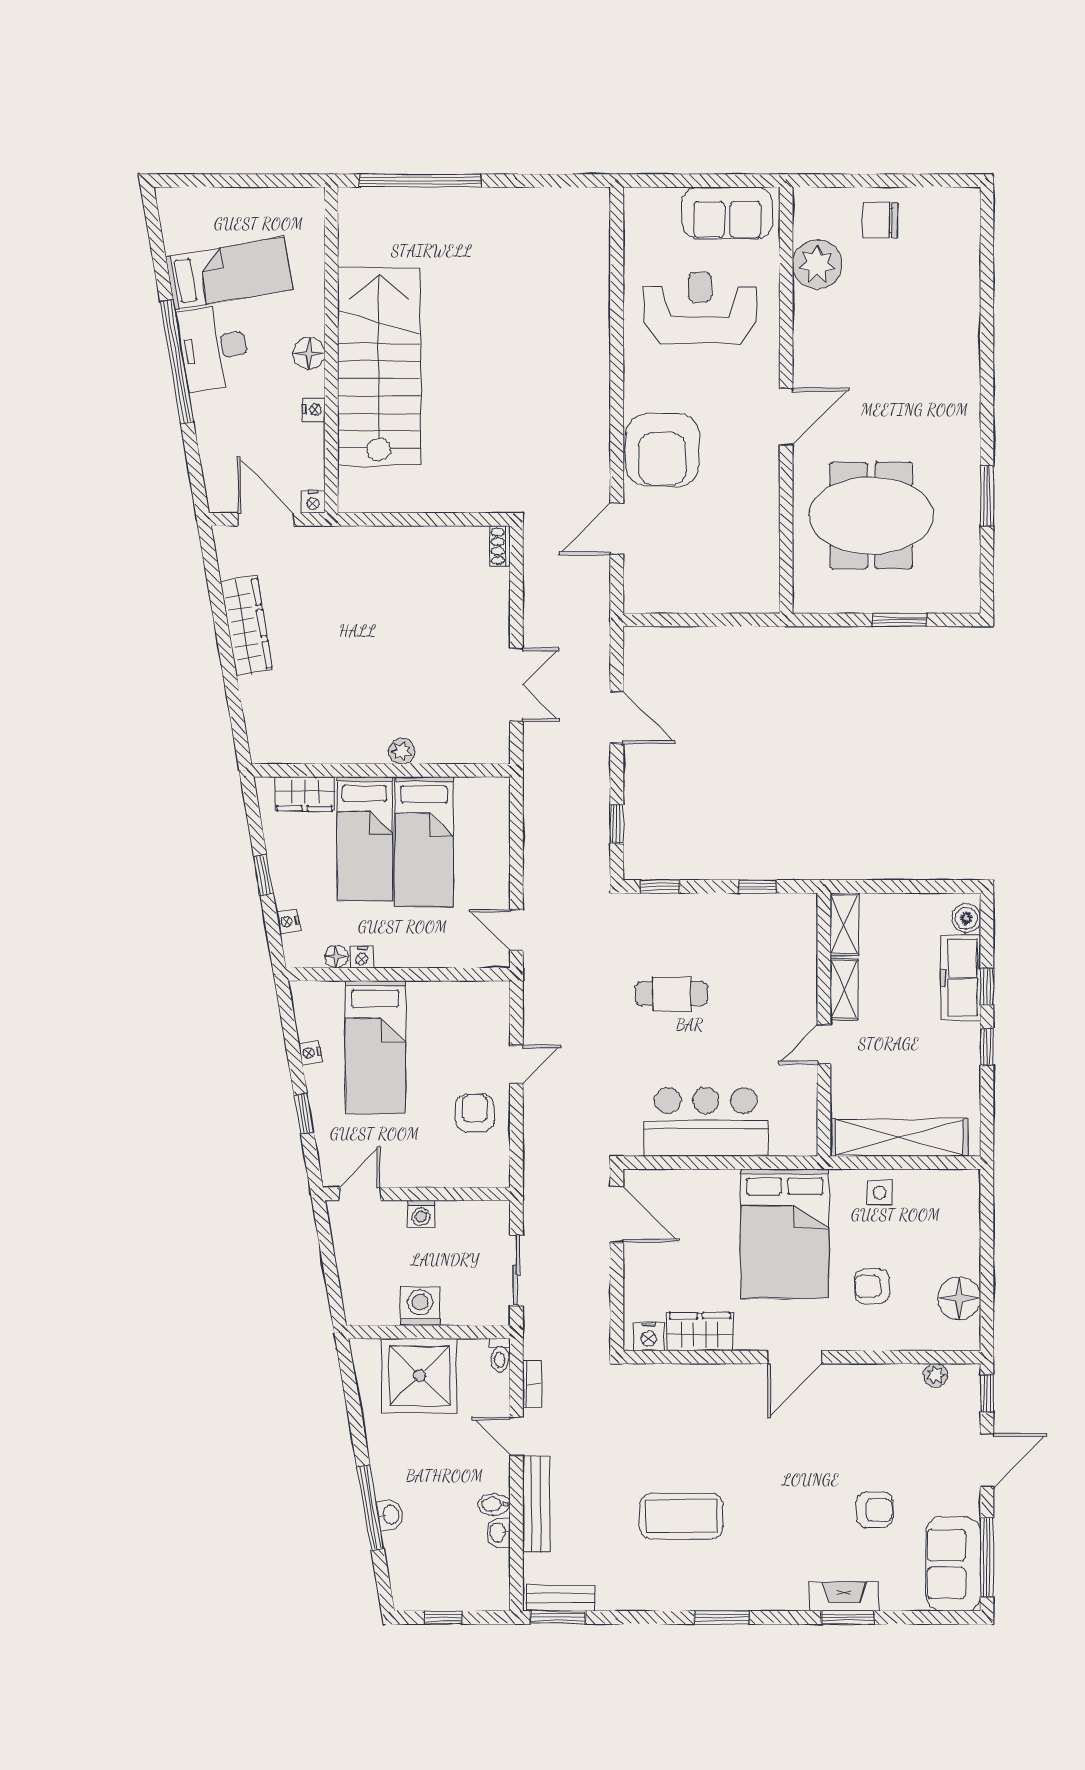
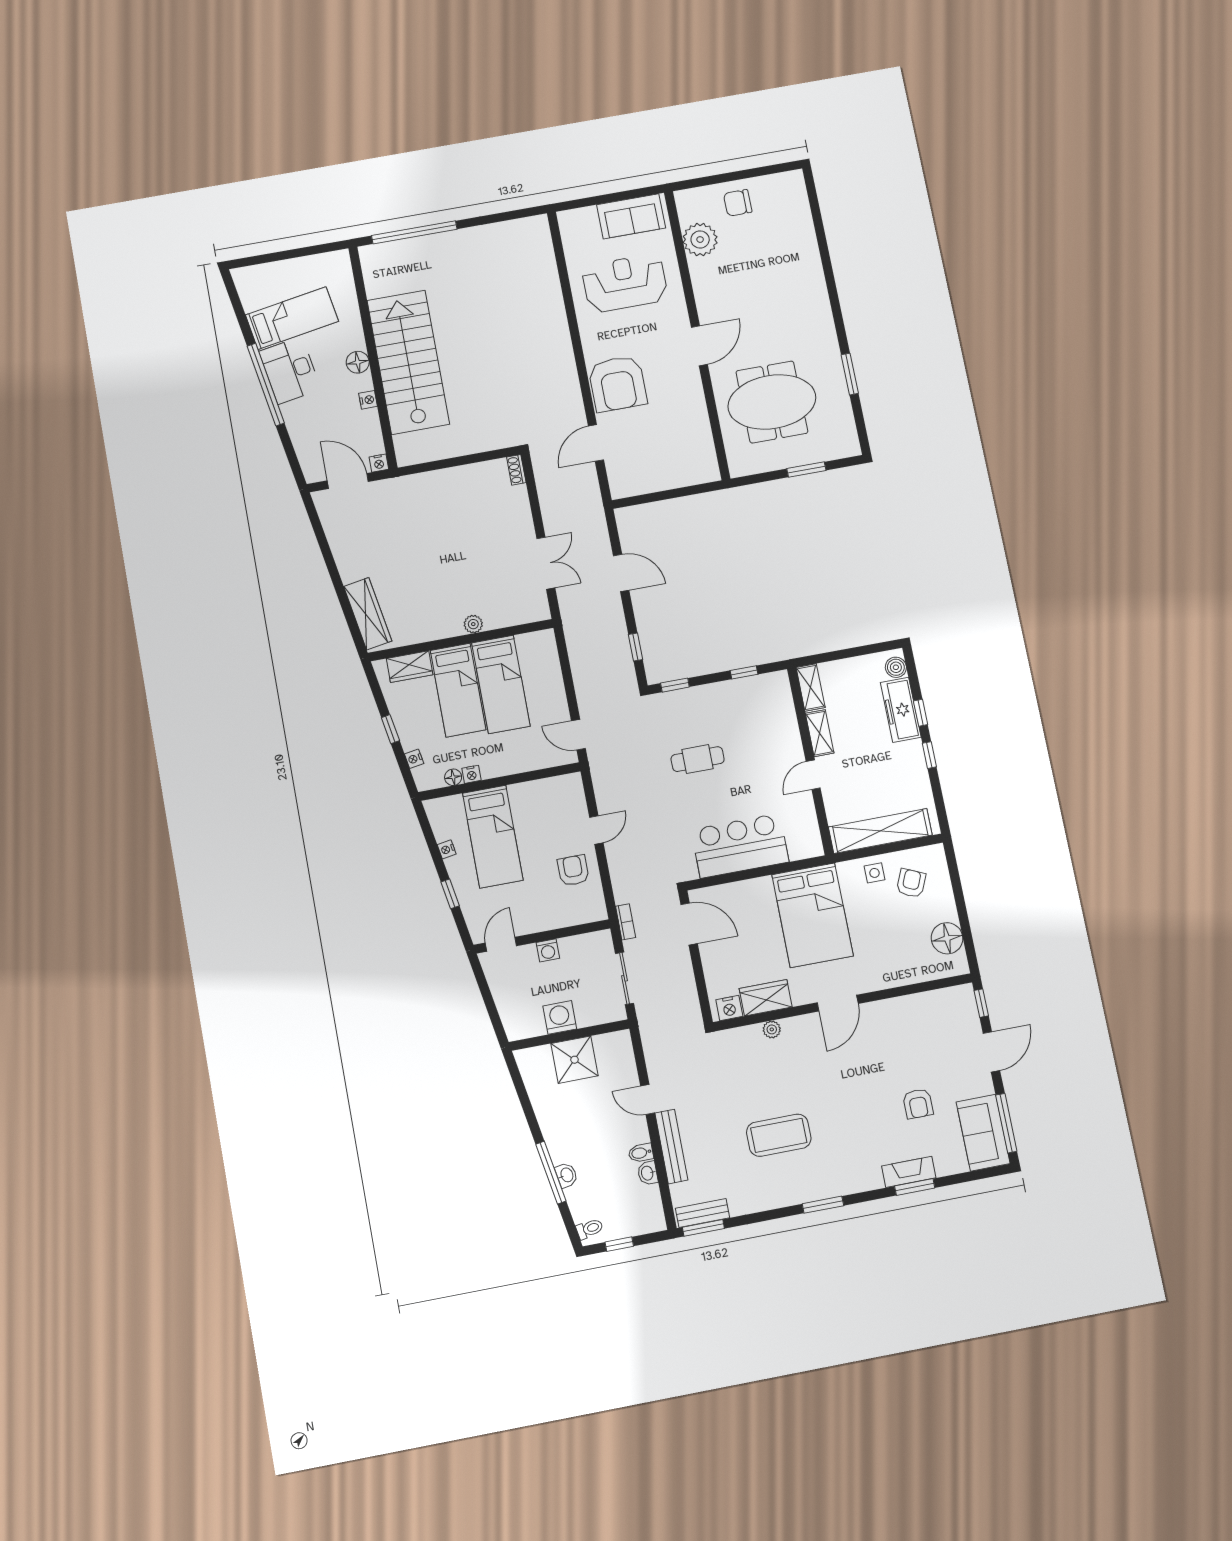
wardrobe: (246, 626) -> (368, 614), moved
armchair: (872, 1286) -> (911, 883), moved, turned 114
toilet: (500, 1355) -> (590, 1229), moved, turned -100
plant: (936, 1375) -> (772, 1029), moved
shower: (419, 1376) -> (575, 1060), width x0.73, depth x0.73
bookcase: (532, 1384) -> (626, 922), moved
armchair: (875, 1510) -> (918, 1104), turned 90

